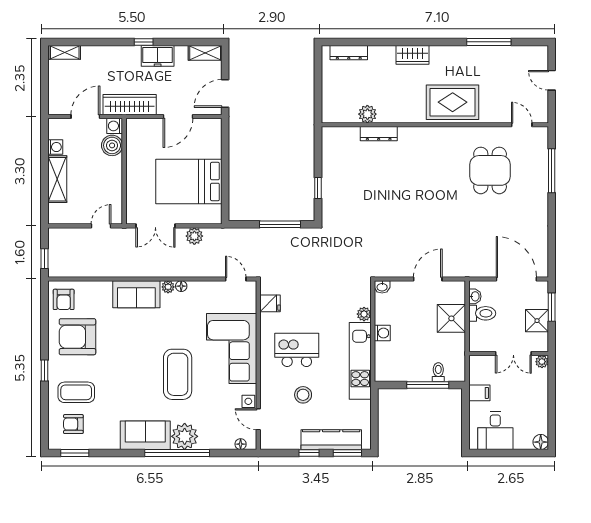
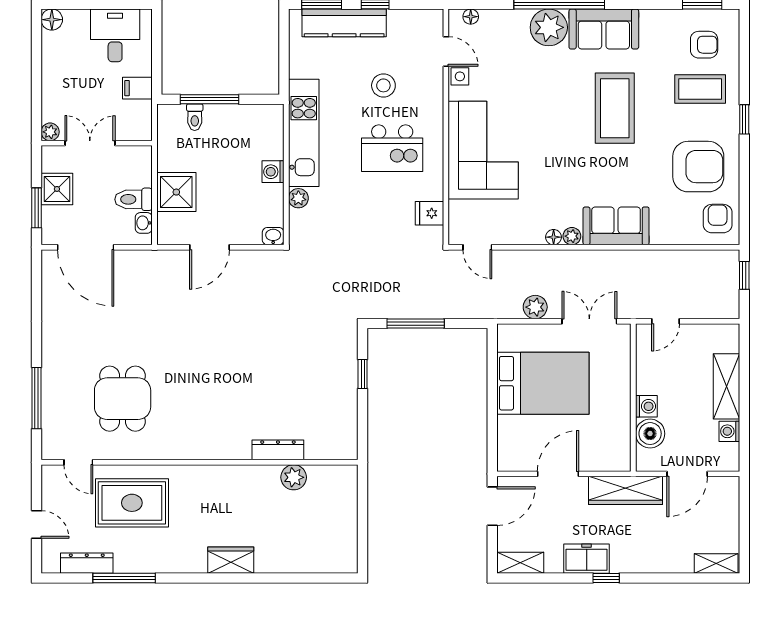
dresser: (349, 53) -> (87, 563), moved
rug: (453, 102) -> (132, 503), moved
washing machine: (115, 126) -> (646, 406), moved
coffee table: (178, 374) -> (615, 108), moved

